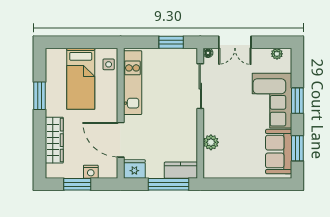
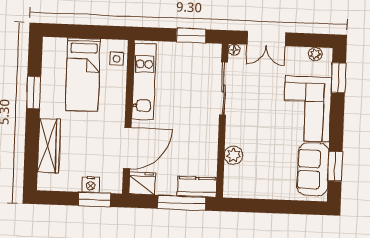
window: (297, 101) -> (338, 78), moved
door: (121, 140) -> (127, 148), swing flipped
window: (77, 184) -> (94, 199), moved

